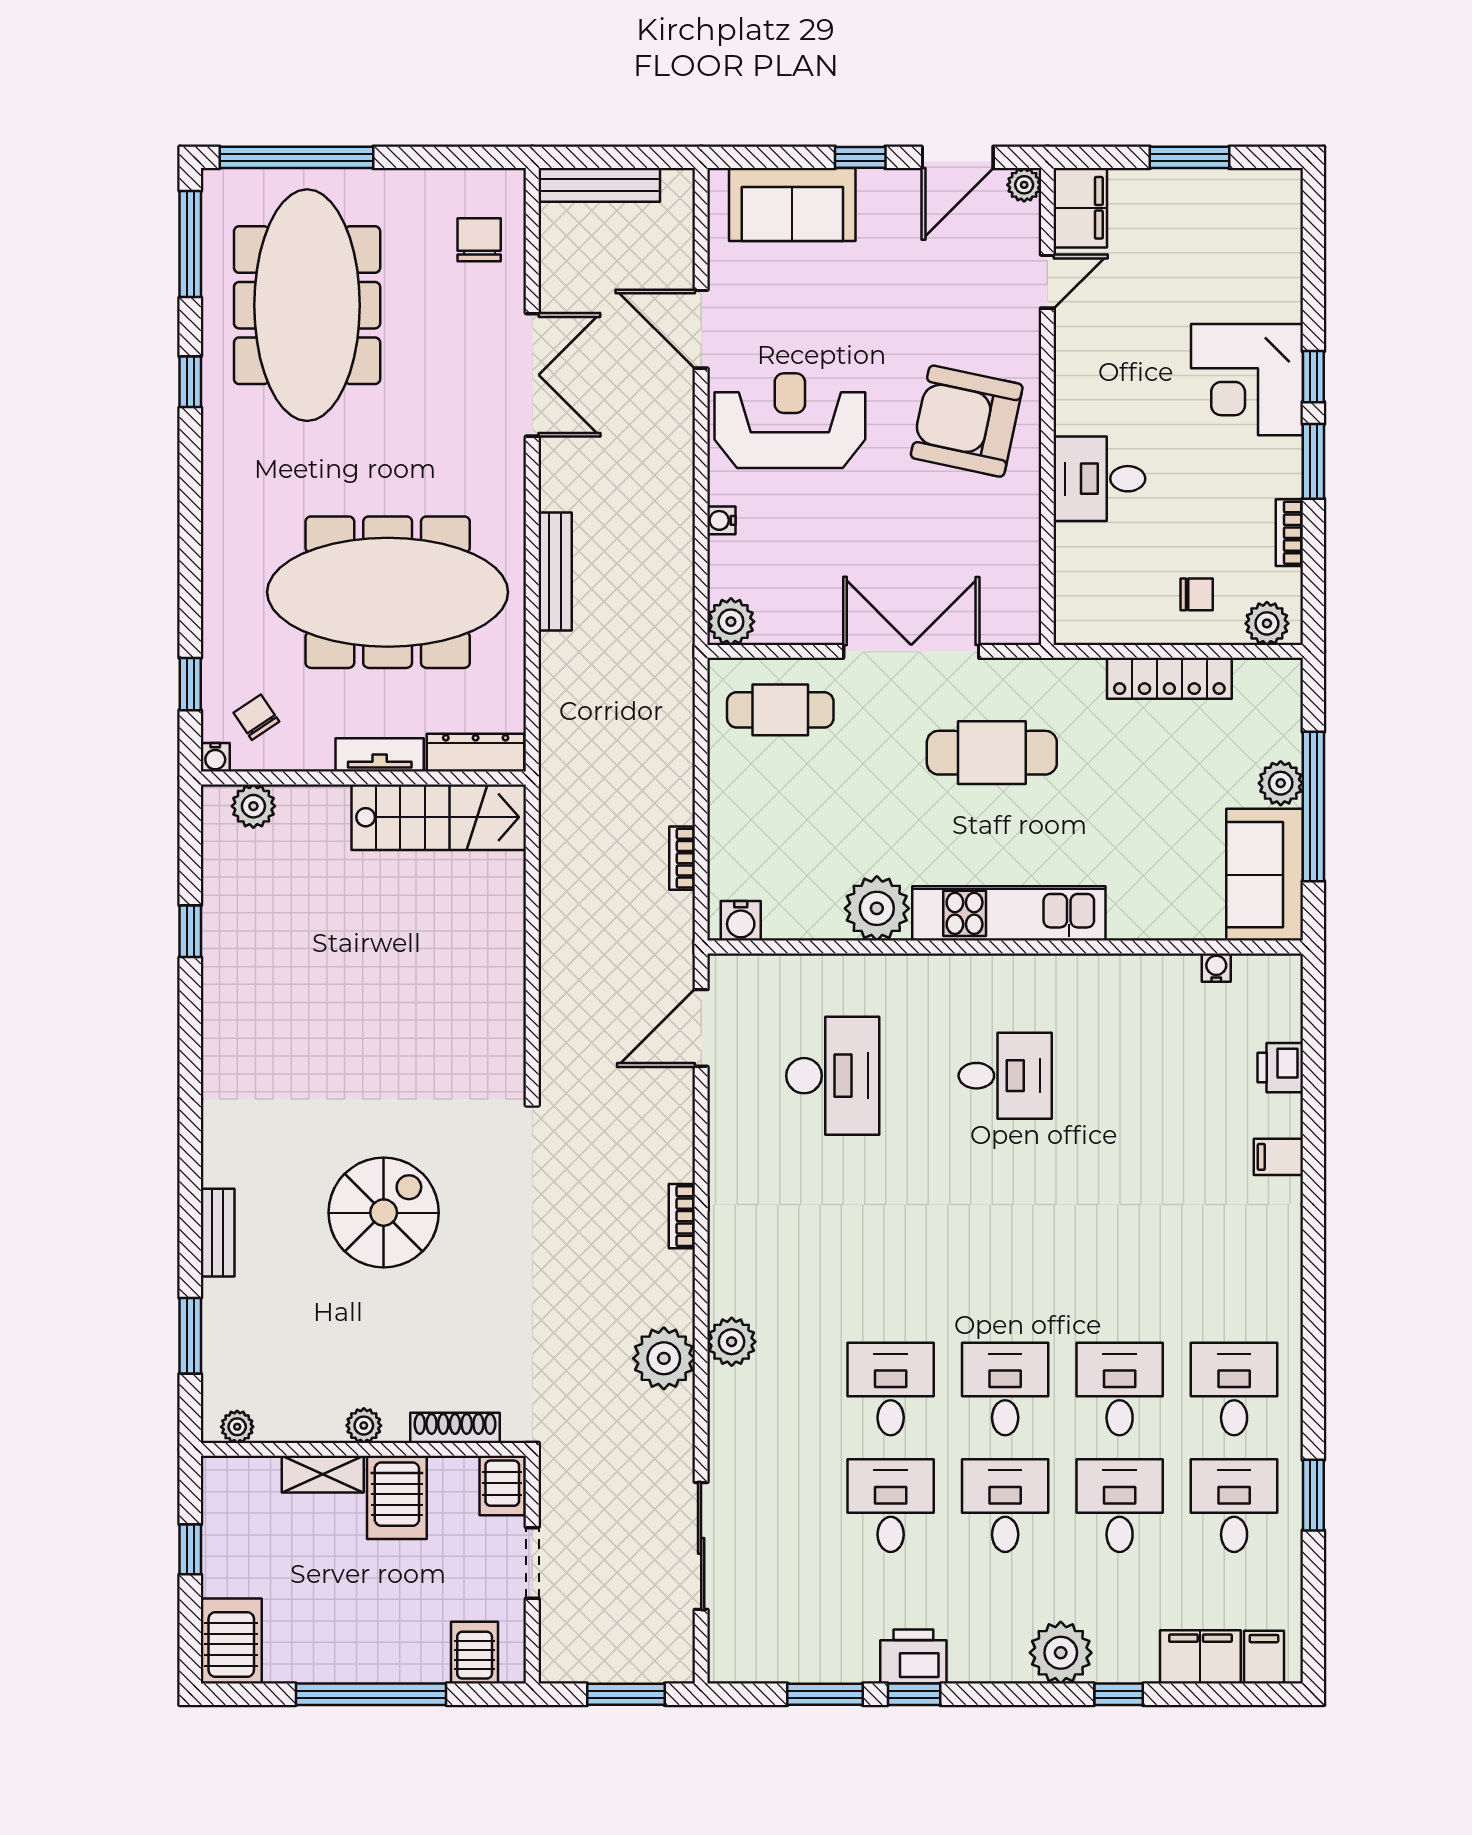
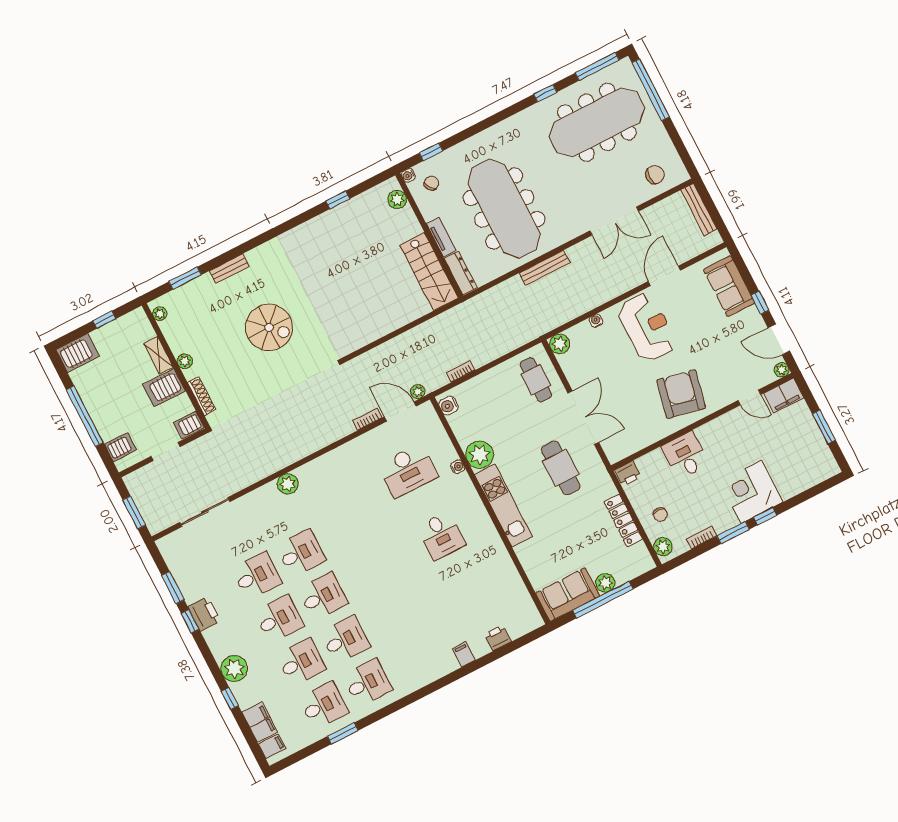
printer: (1076, 618) -> (628, 473), added
water cooler: (1216, 968) -> (458, 467), moved
bookcase: (682, 1216) -> (367, 419), moved
plant: (664, 1358) -> (418, 392), moved, width x0.53, depth x0.53

